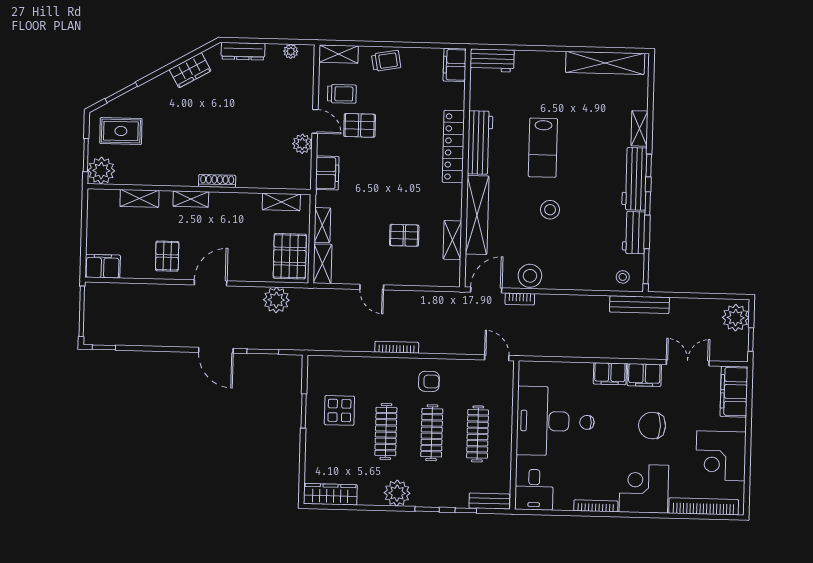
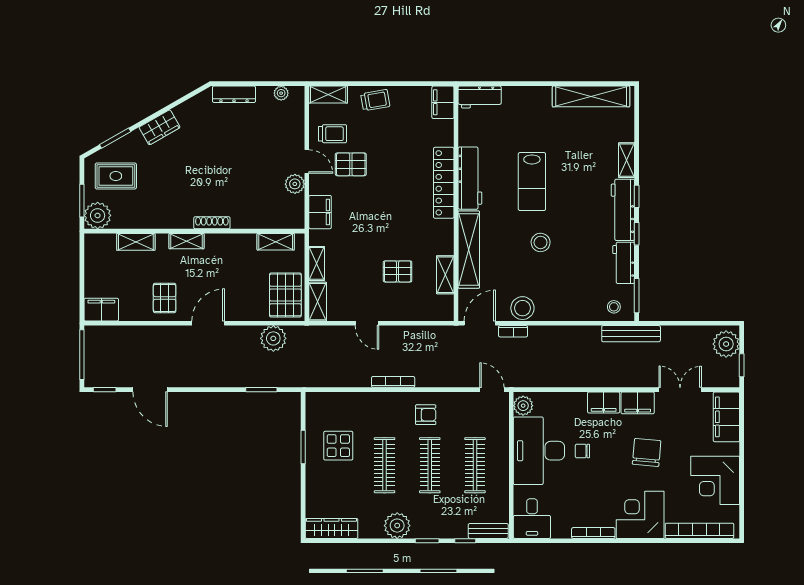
wardrobe: (190, 70) -> (160, 127), moved
door: (216, 350) -> (150, 390), moved
plant: (528, 375) -> (523, 406), added
chair: (652, 426) -> (647, 452), turned 95

